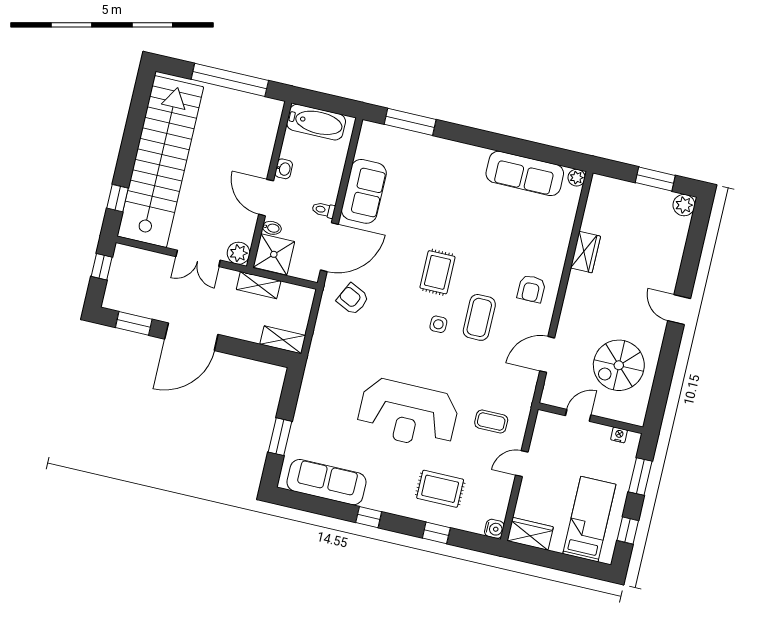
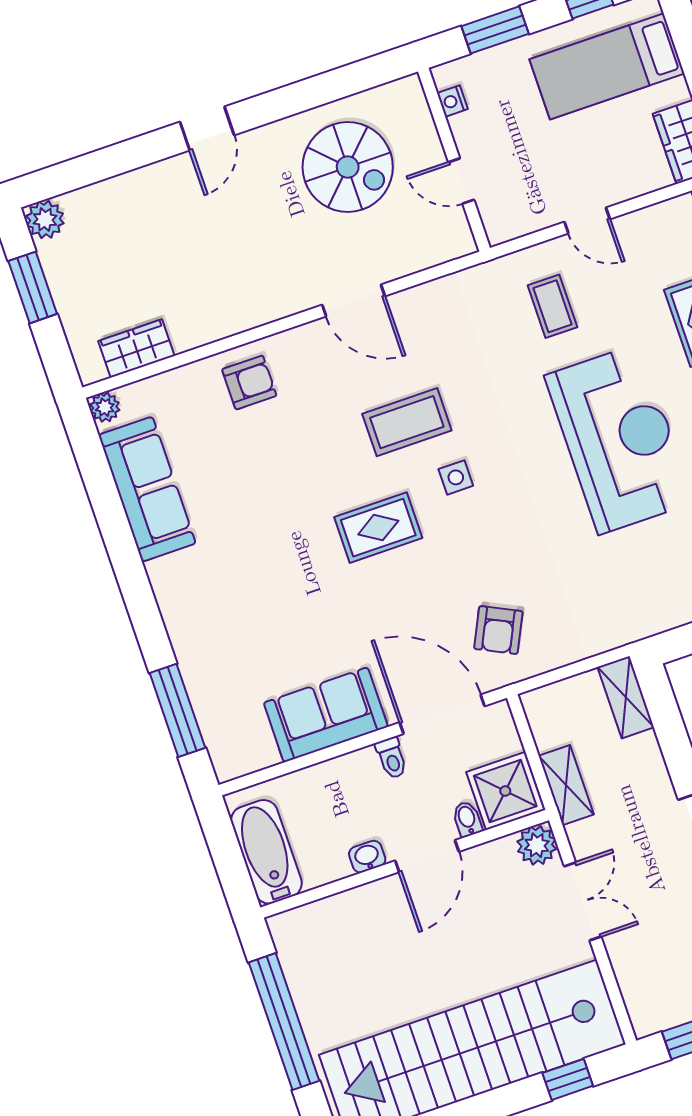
wardrobe: (585, 252) -> (136, 348), moved
armchair: (531, 289) -> (249, 382), moved
door: (547, 354) -> (353, 301), moved

